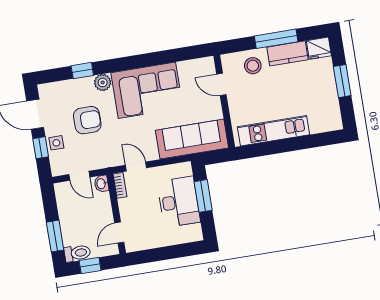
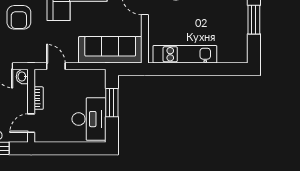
armchair: (87, 120) -> (19, 17), turned 90
bookcase: (120, 185) -> (39, 98), moved
desk: (179, 202) -> (89, 119), moved

